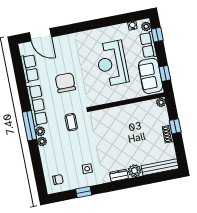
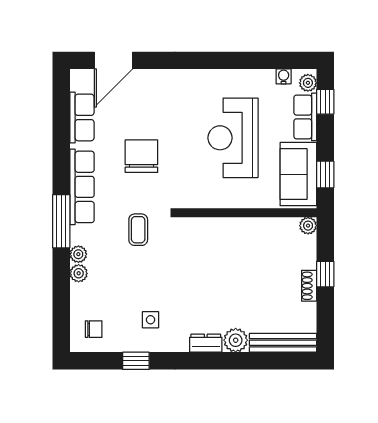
door: (40, 35) -> (114, 60), hinge flipped
plant: (40, 131) -> (79, 273), moved

